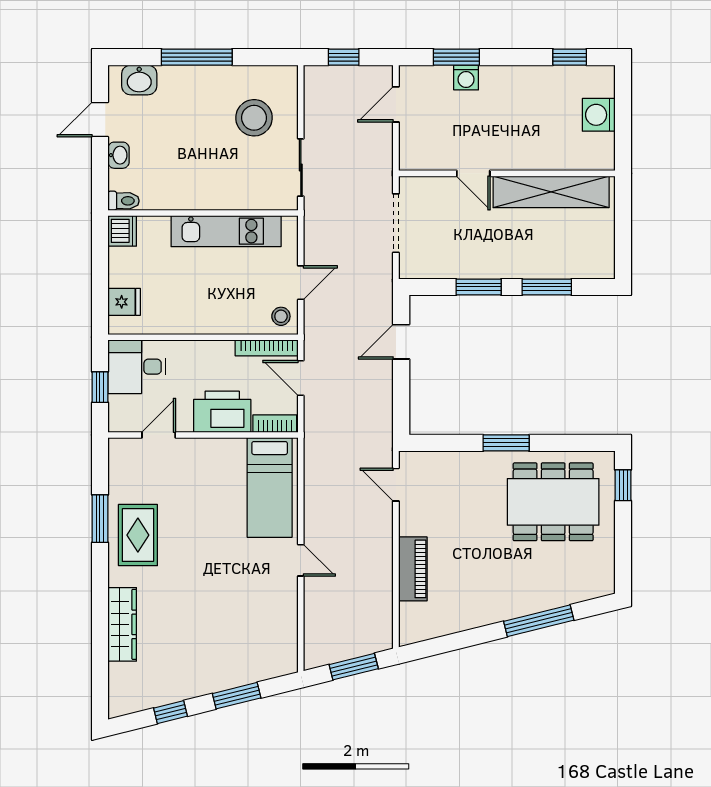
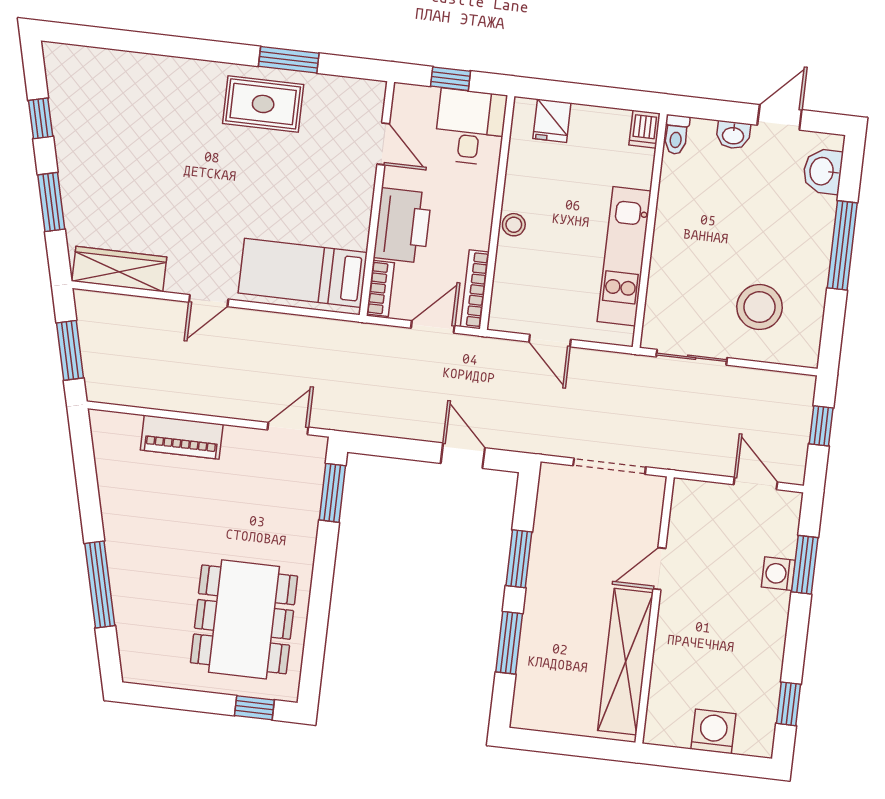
door: (100, 120) -> (780, 117), hinge flipped
dishwasher: (122, 231) -> (645, 129), width x0.73
stool: (281, 316) -> (514, 225), moved
window: (506, 443) -> (332, 493), moved
wardrobe: (122, 624) -> (119, 269), moved, turned 180

